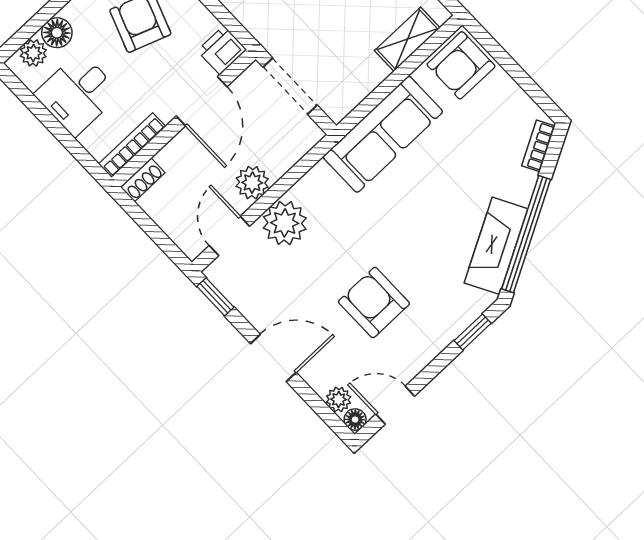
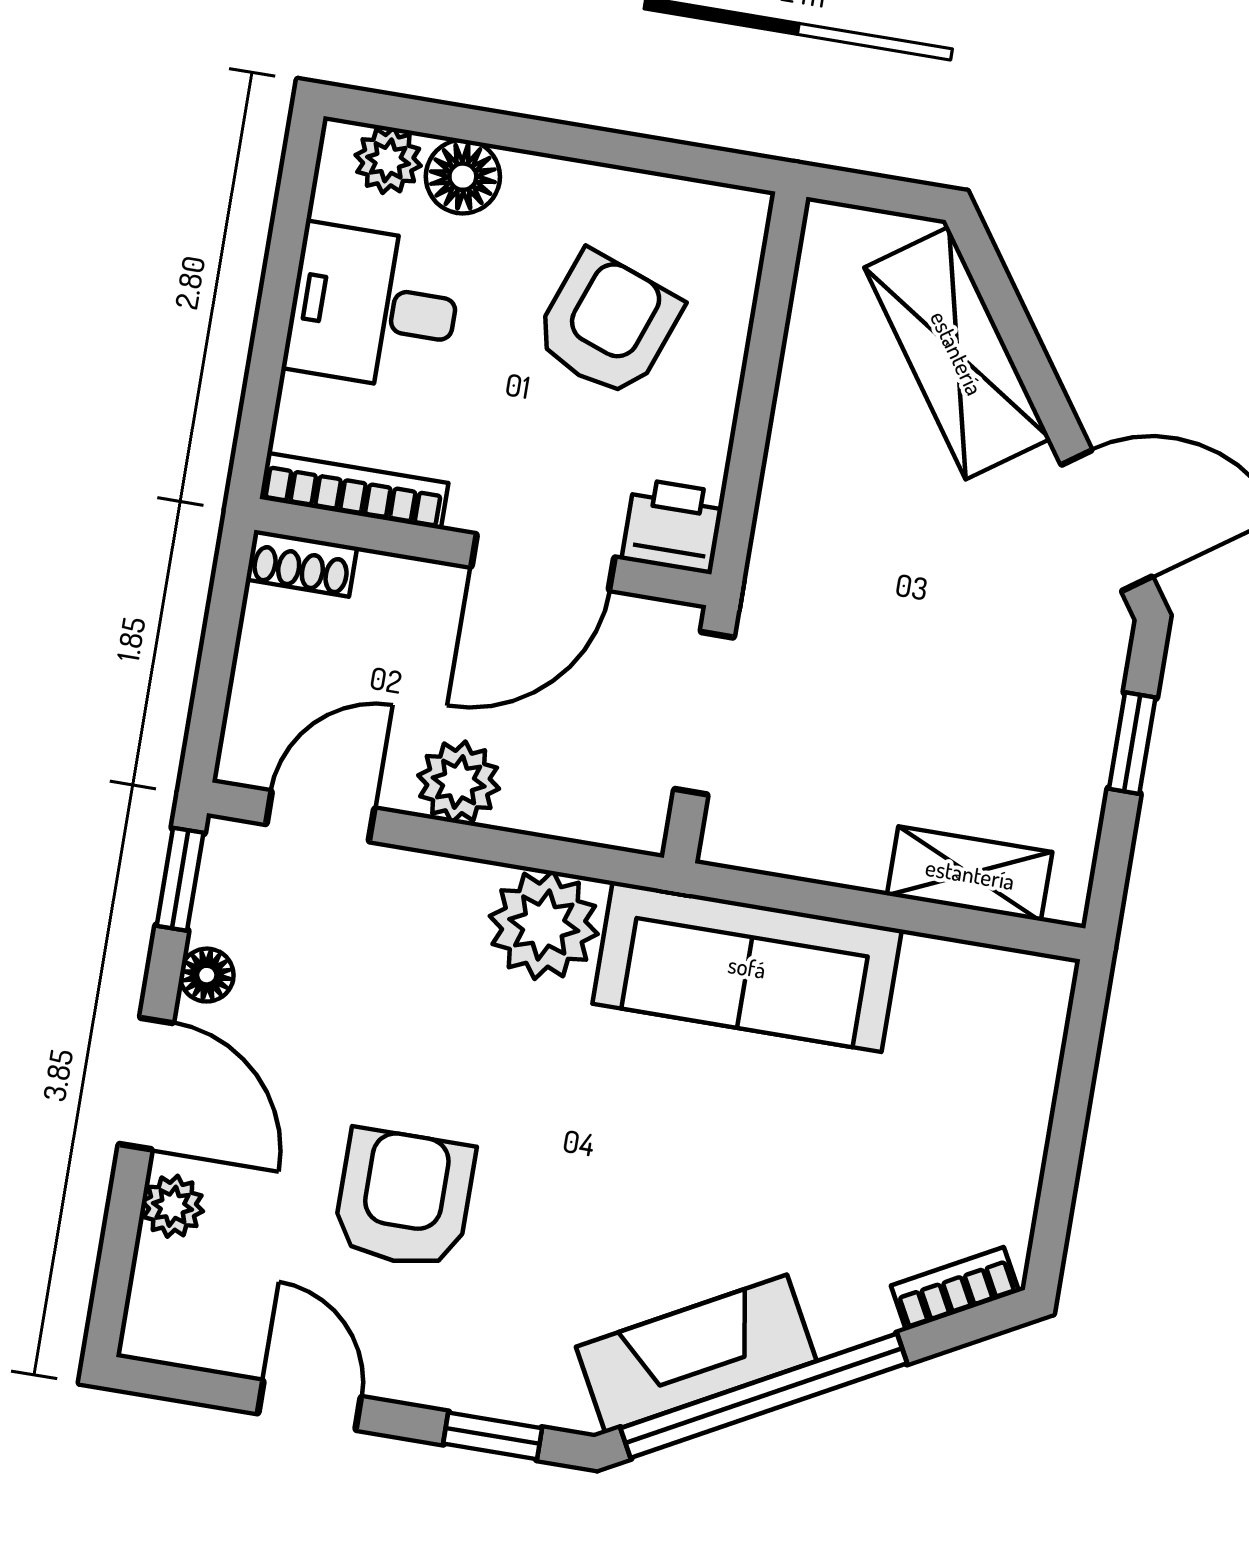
armchair: (461, 65) -> (998, 1018), removed
plant: (285, 223) -> (544, 925), moved
plant: (339, 399) -> (172, 1206), moved
door: (395, 405) -> (309, 1405), moved
floor lamp: (355, 420) -> (207, 975), moved

